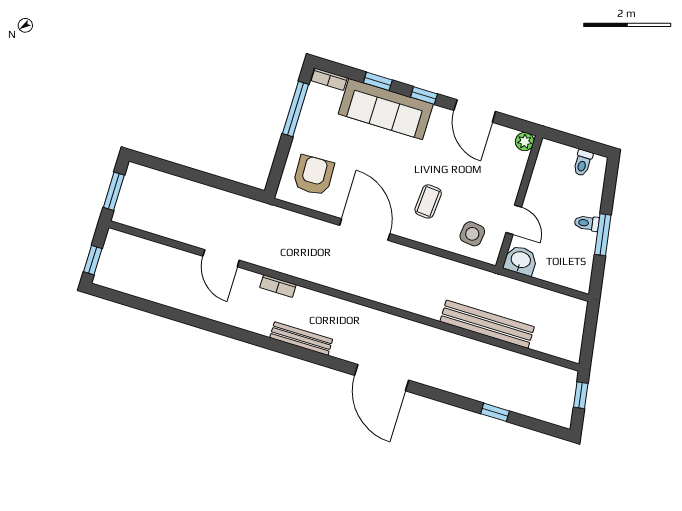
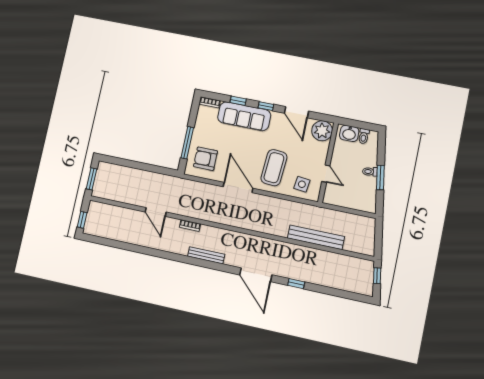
window: (296, 109) -> (187, 143), moved
plant: (525, 142) -> (322, 131), width x1.88, depth x1.88
armchair: (314, 175) -> (205, 159), turned -88
coffee table: (428, 201) -> (274, 168), width x1.86, depth x1.72
washbasin: (521, 260) -> (349, 133), moved, turned 180
window: (495, 412) -> (296, 284), moved

